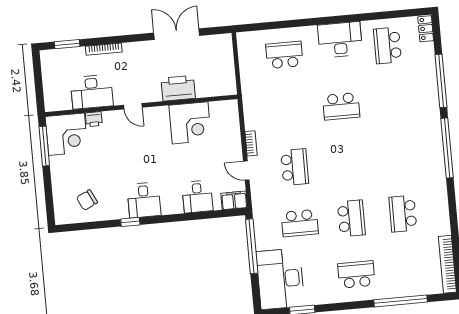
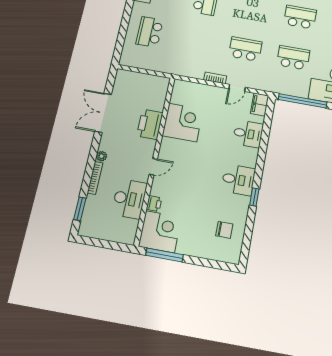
plant: (129, 48) -> (101, 156), added
chair: (87, 200) -> (224, 230), turned -64
school desk: (300, 223) -> (293, 58), turned -90

